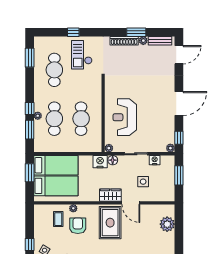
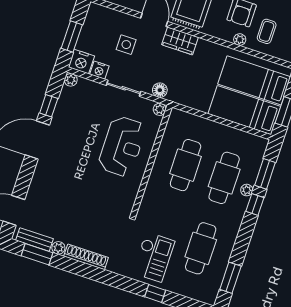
window: (136, 32) -> (37, 254), moved
window: (179, 138) -> (49, 106), moved
nightstand: (100, 162) -> (81, 62), moved

